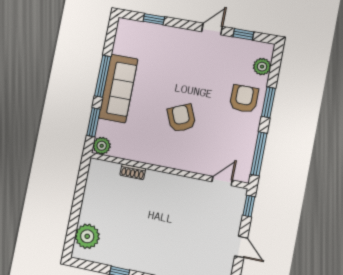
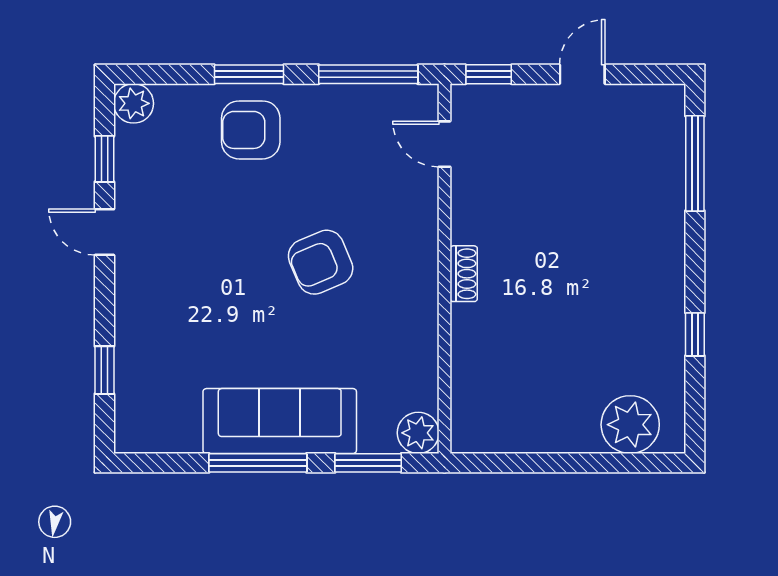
plant: (262, 67) -> (134, 103), moved
shoe rack: (133, 172) -> (464, 274), moved

